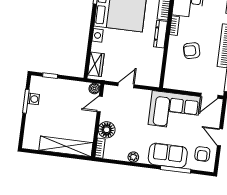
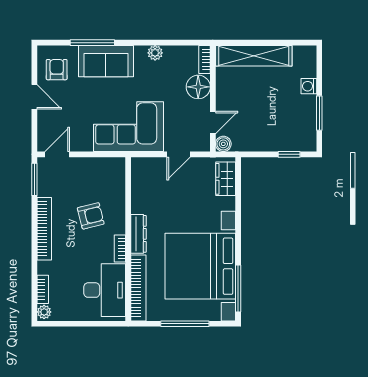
washing machine: (33, 99) -> (309, 86), moved
corner sofa: (174, 111) -> (129, 127), moved

